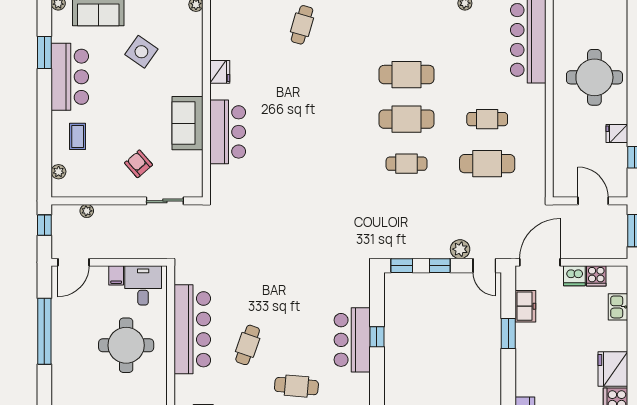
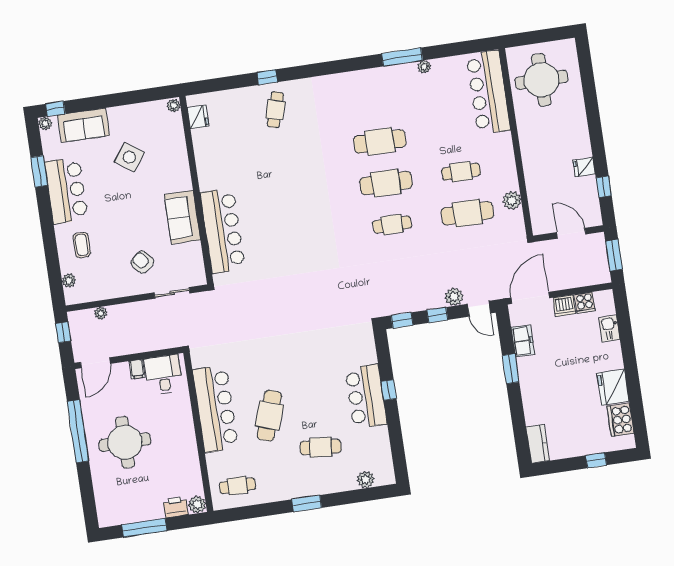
fridge: (220, 72) -> (198, 117), moved
round table: (594, 77) -> (541, 80), moved
bar counter: (228, 132) -> (223, 231), width x1.36
plant: (536, 157) -> (512, 201), added
round table: (126, 345) -> (125, 442), moved
cafe table: (248, 345) -> (269, 416), width x1.37, depth x1.35

